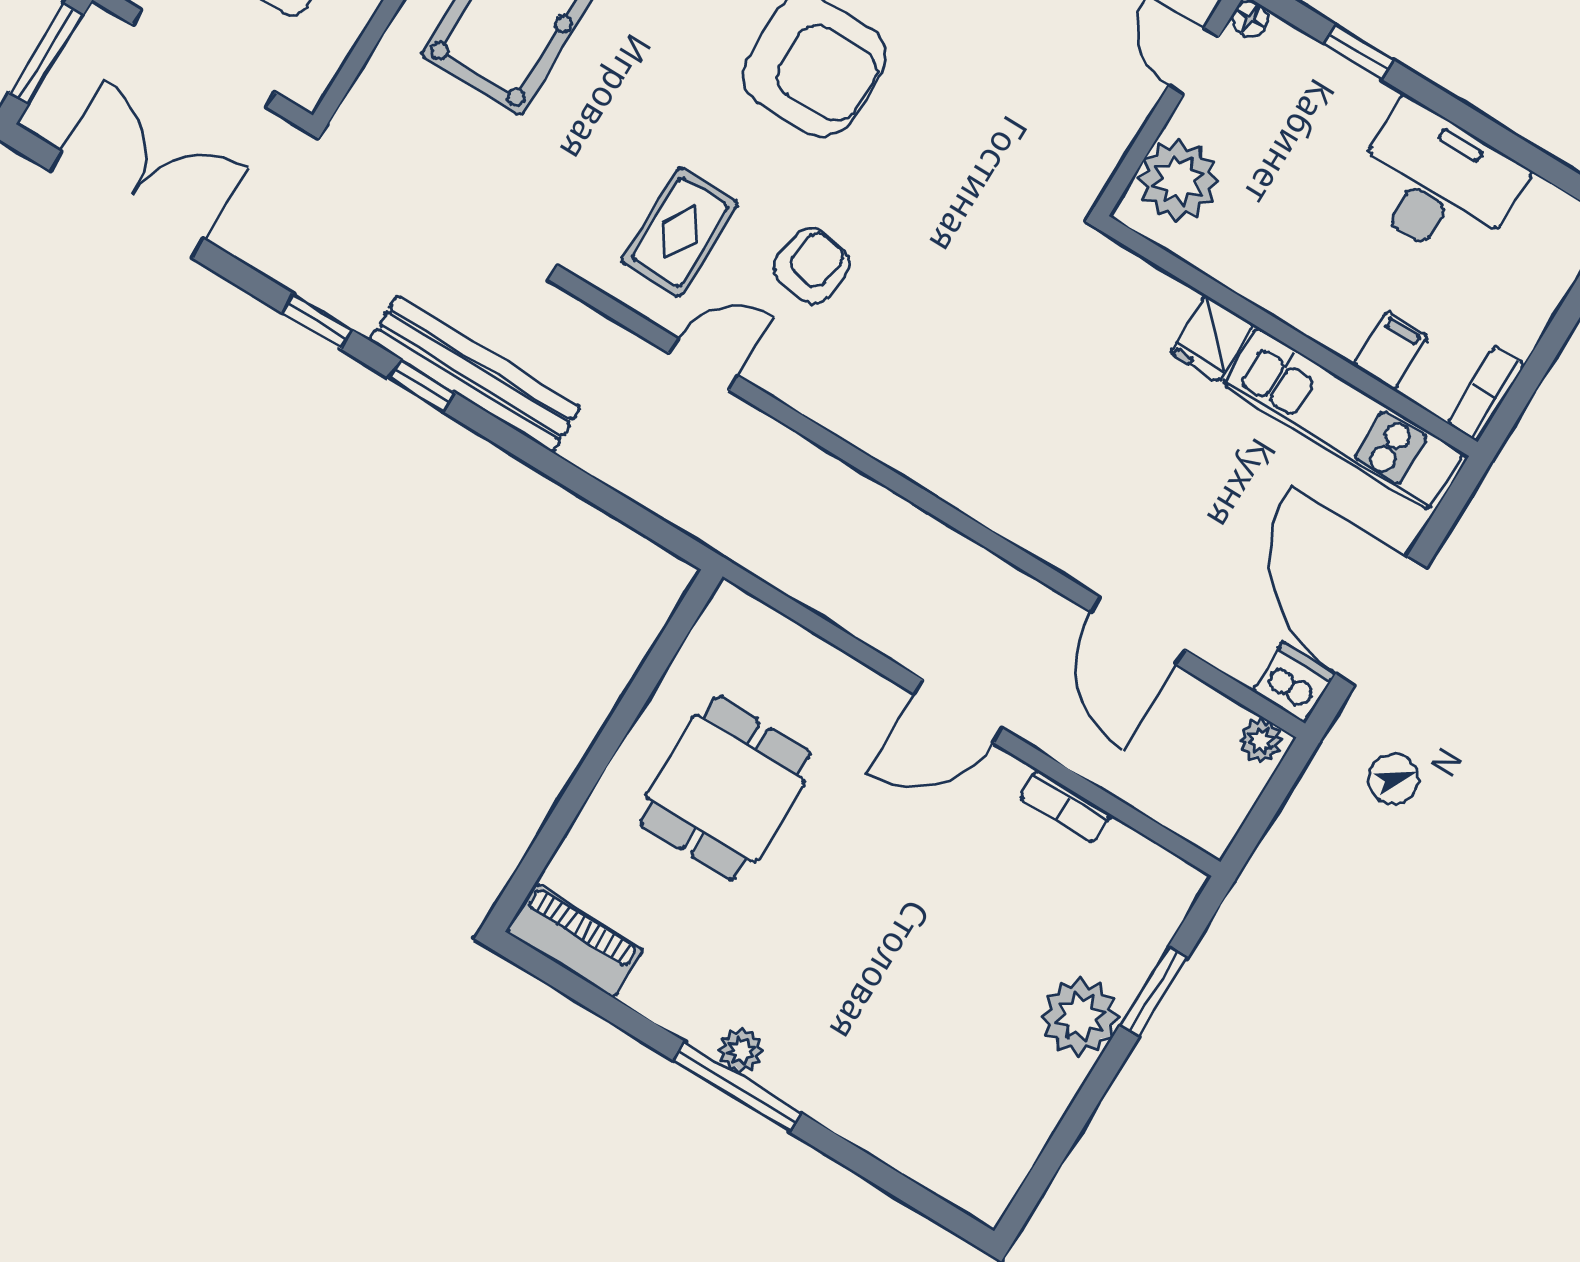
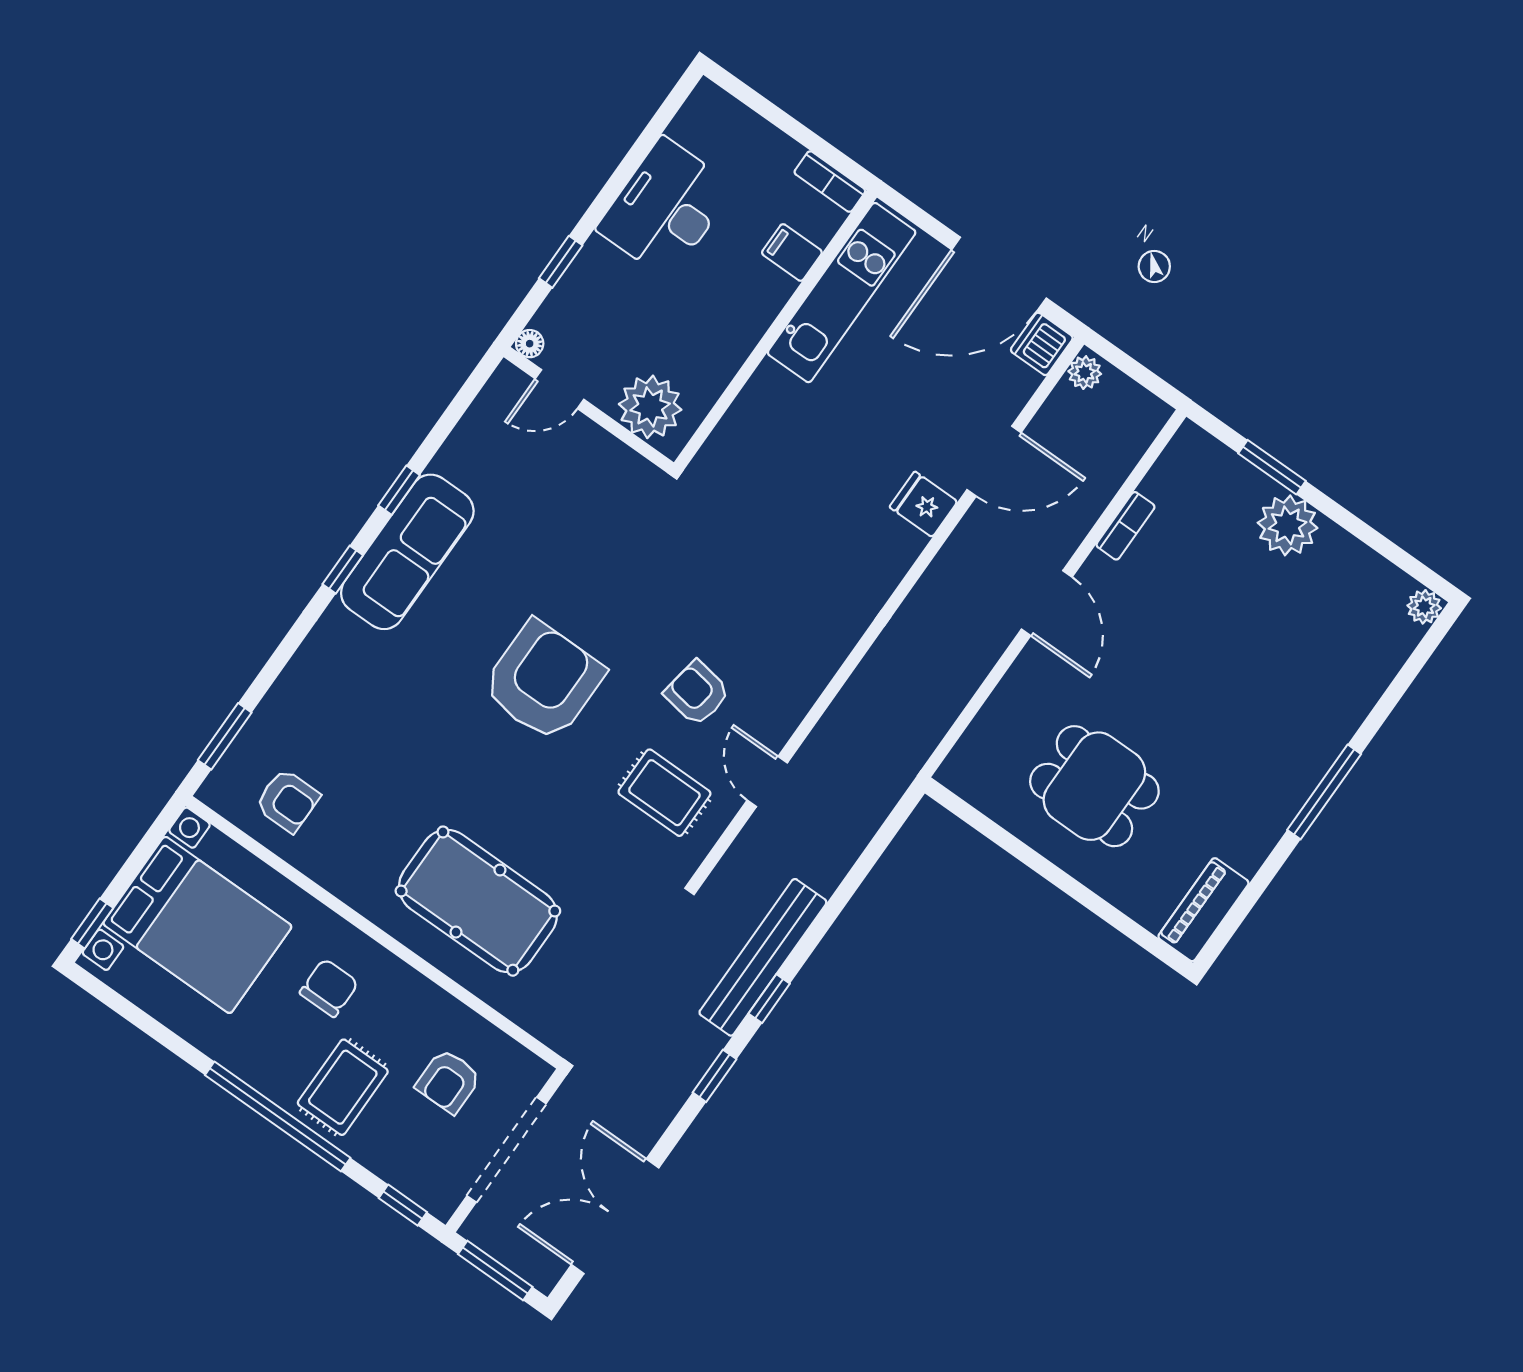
fridge: (1212, 338) -> (923, 504), moved, turned 180
plant: (741, 1050) -> (1424, 607), moved

